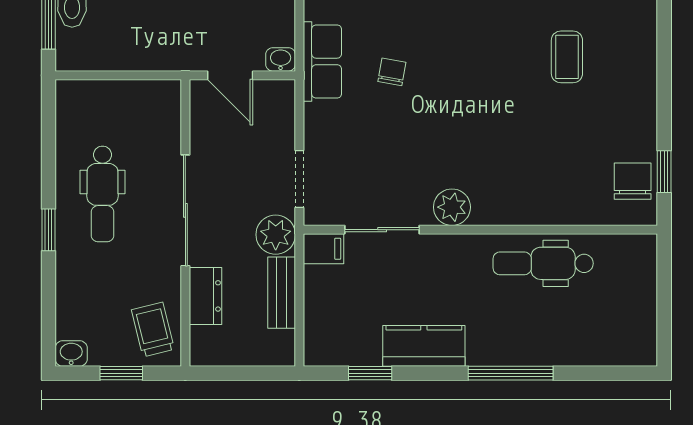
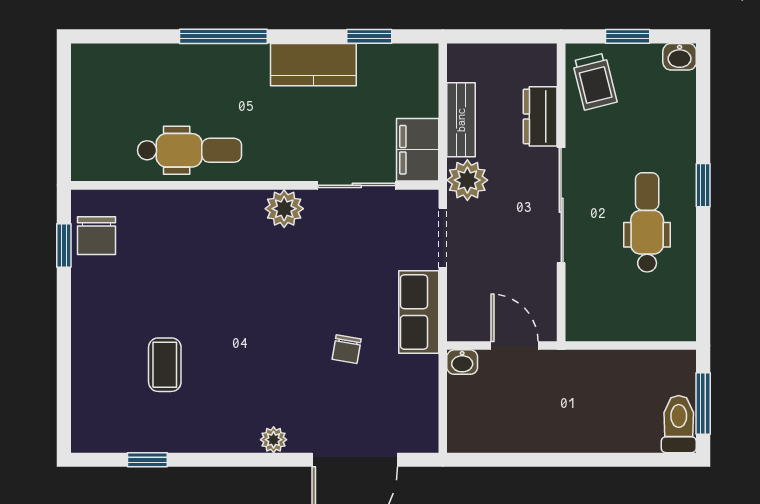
row of seats: (322, 61) -> (419, 312), moved
filing cabinet: (324, 249) -> (418, 150), width x2.00

